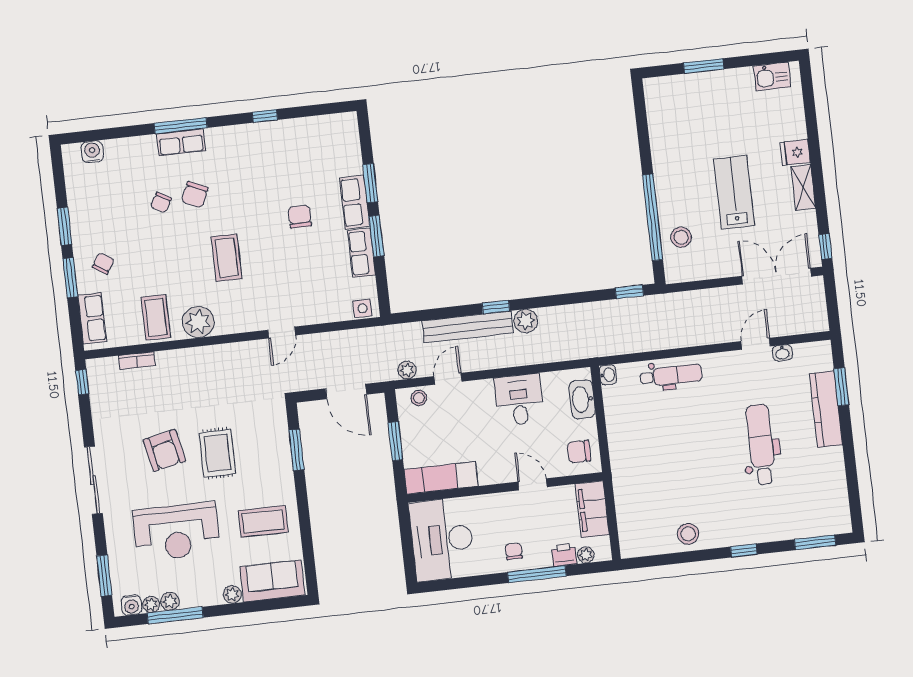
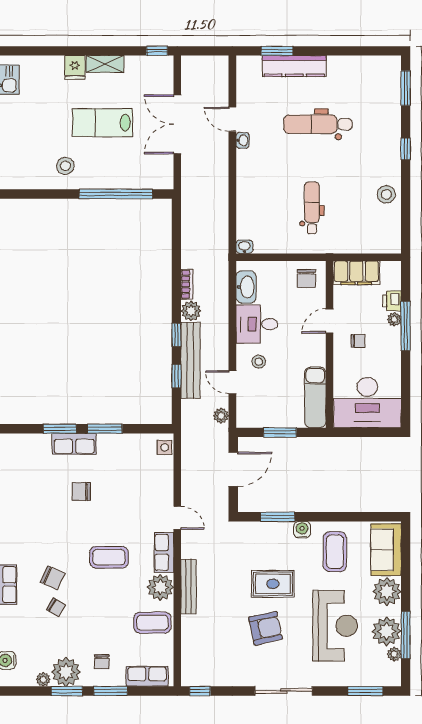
plant: (75, 197) -> (43, 679), added
plant: (87, 223) -> (66, 672), added
stool: (681, 237) -> (65, 166), moved
row of seats: (361, 253) -> (164, 552), moved, turned 90
chair: (103, 263) -> (102, 662), turned -122
double door: (777, 276) -> (177, 124), moved
window: (629, 292) -> (176, 376), moved
washbasin: (782, 353) -> (243, 140), moved
bench: (203, 355) -> (189, 587), added
bookcase: (137, 361) -> (187, 284), moved
dental chair: (671, 375) -> (312, 208), moved
stool: (419, 398) -> (259, 362), moved
washbasin: (582, 399) -> (246, 287), moved, turned -90
chair: (514, 551) -> (358, 341), moved, turned 180
plant: (586, 555) -> (394, 319), moved
plant: (232, 594) -> (387, 591), width x1.88, depth x1.88
plant: (170, 601) -> (387, 631), width x1.88, depth x1.88
water cooler: (131, 605) -> (302, 530), moved, turned -90

